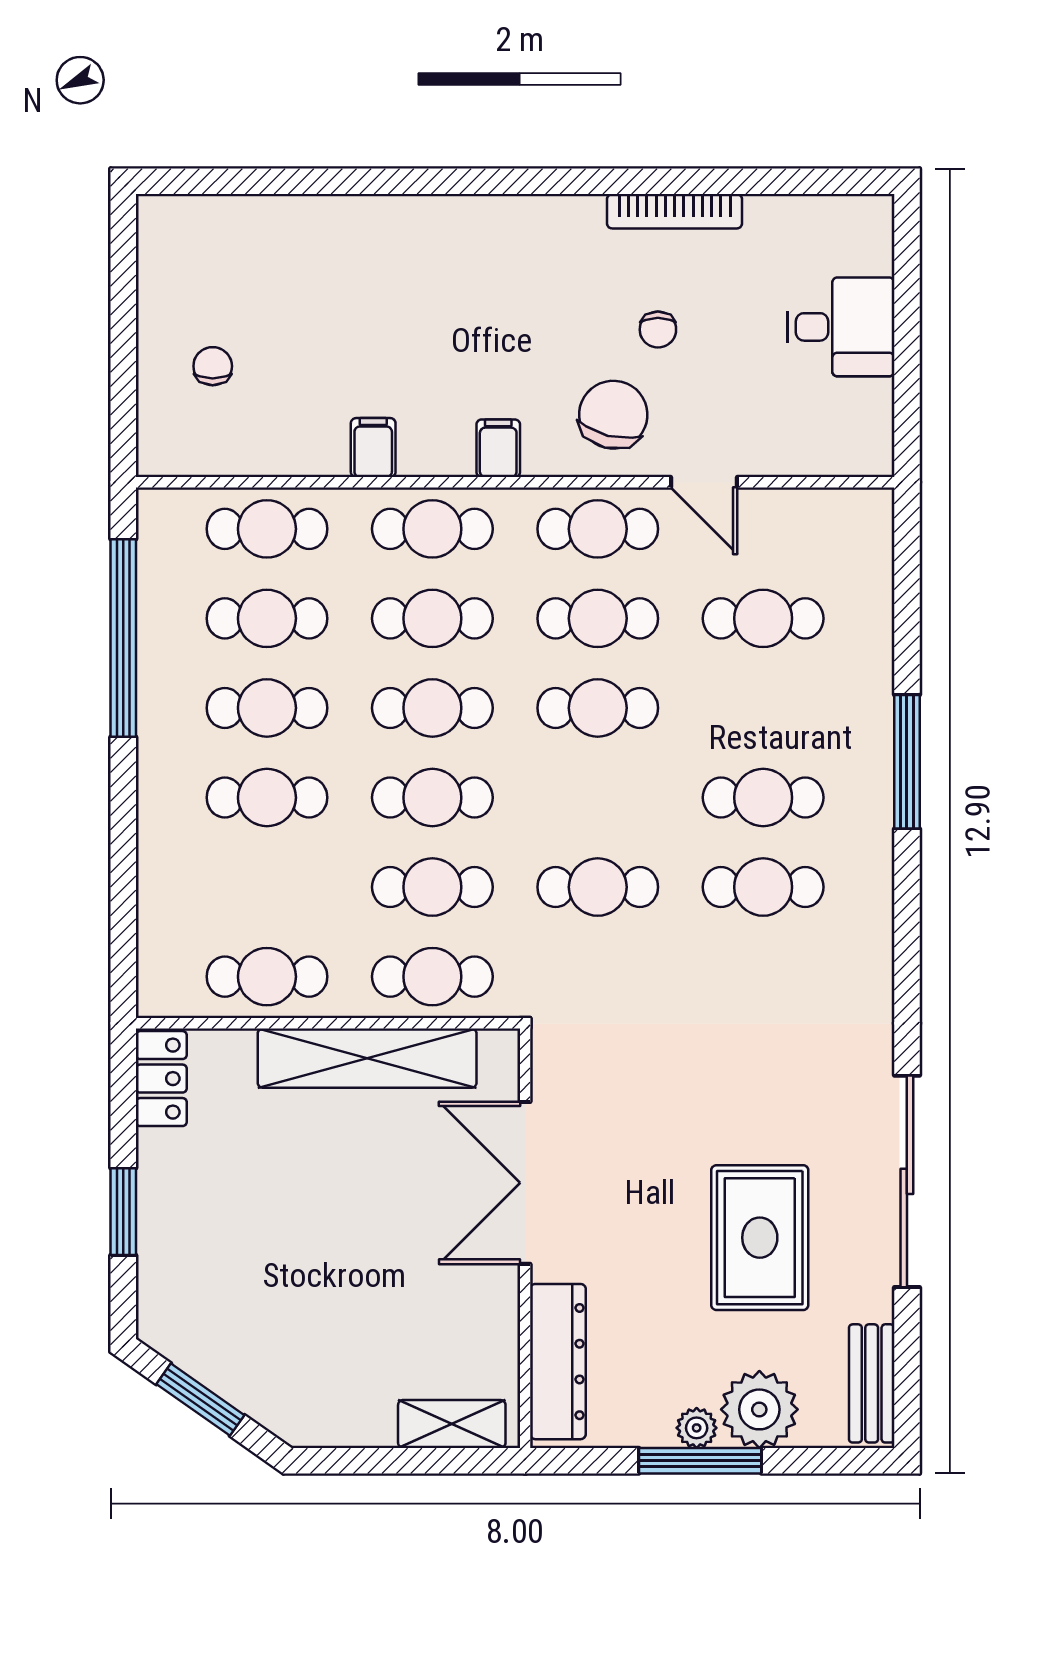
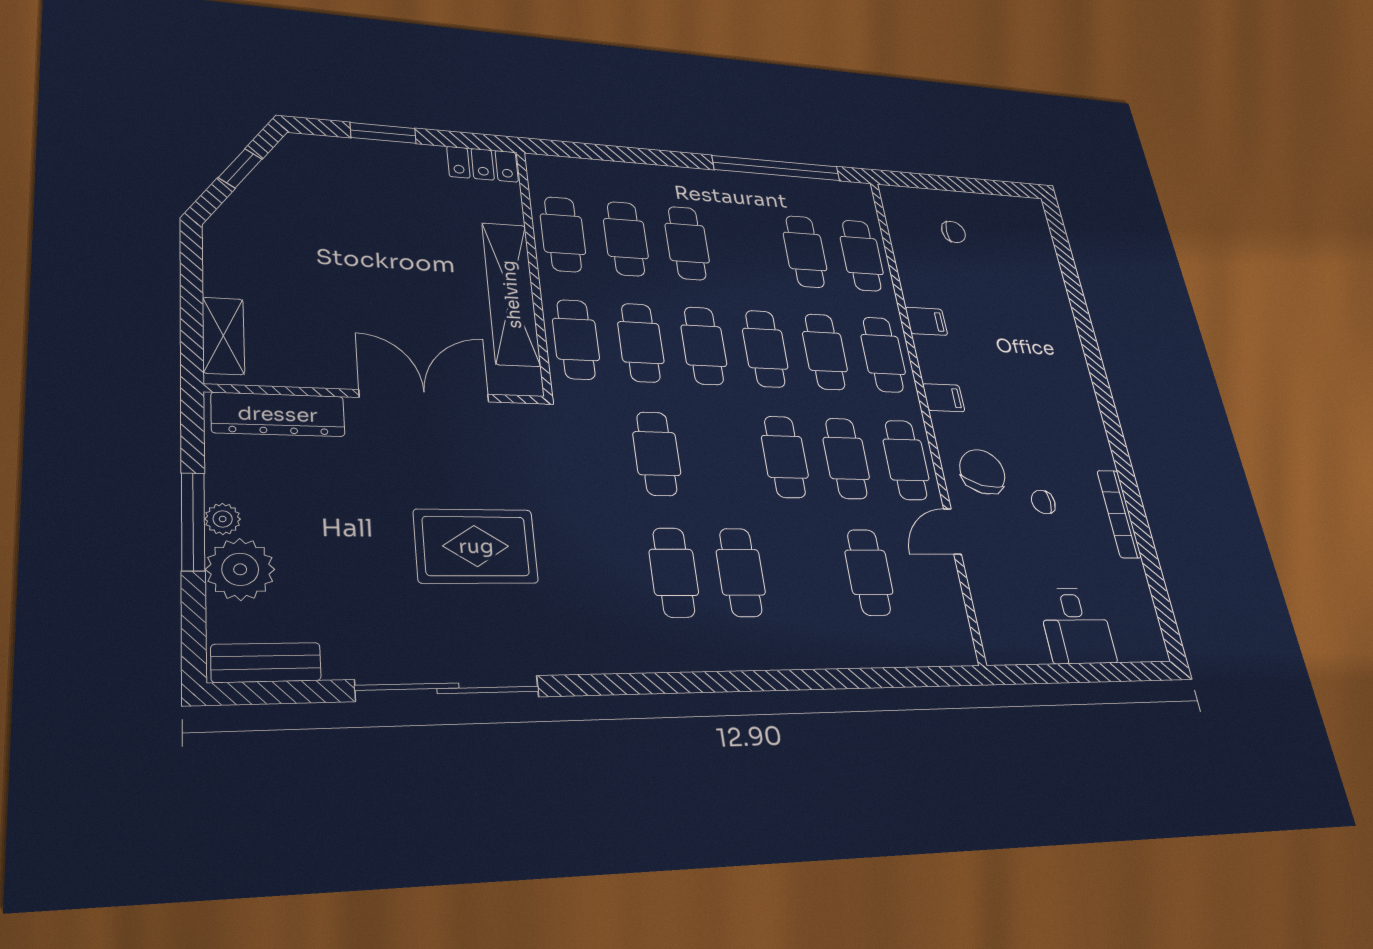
chair: (613, 415) -> (982, 472), turned -89
cafe table: (267, 708) -> (626, 239), moved
window: (907, 762) -> (785, 680), removed
rug: (760, 1238) -> (476, 546), moved
window: (200, 1400) -> (240, 168), width x0.67

